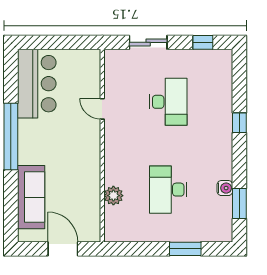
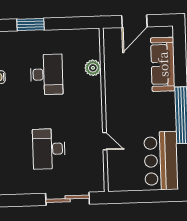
sliding door: (148, 42) -> (68, 199), width x1.37
window: (203, 42) -> (21, 200), removed
door: (63, 249) -> (134, 21), hinge flipped

